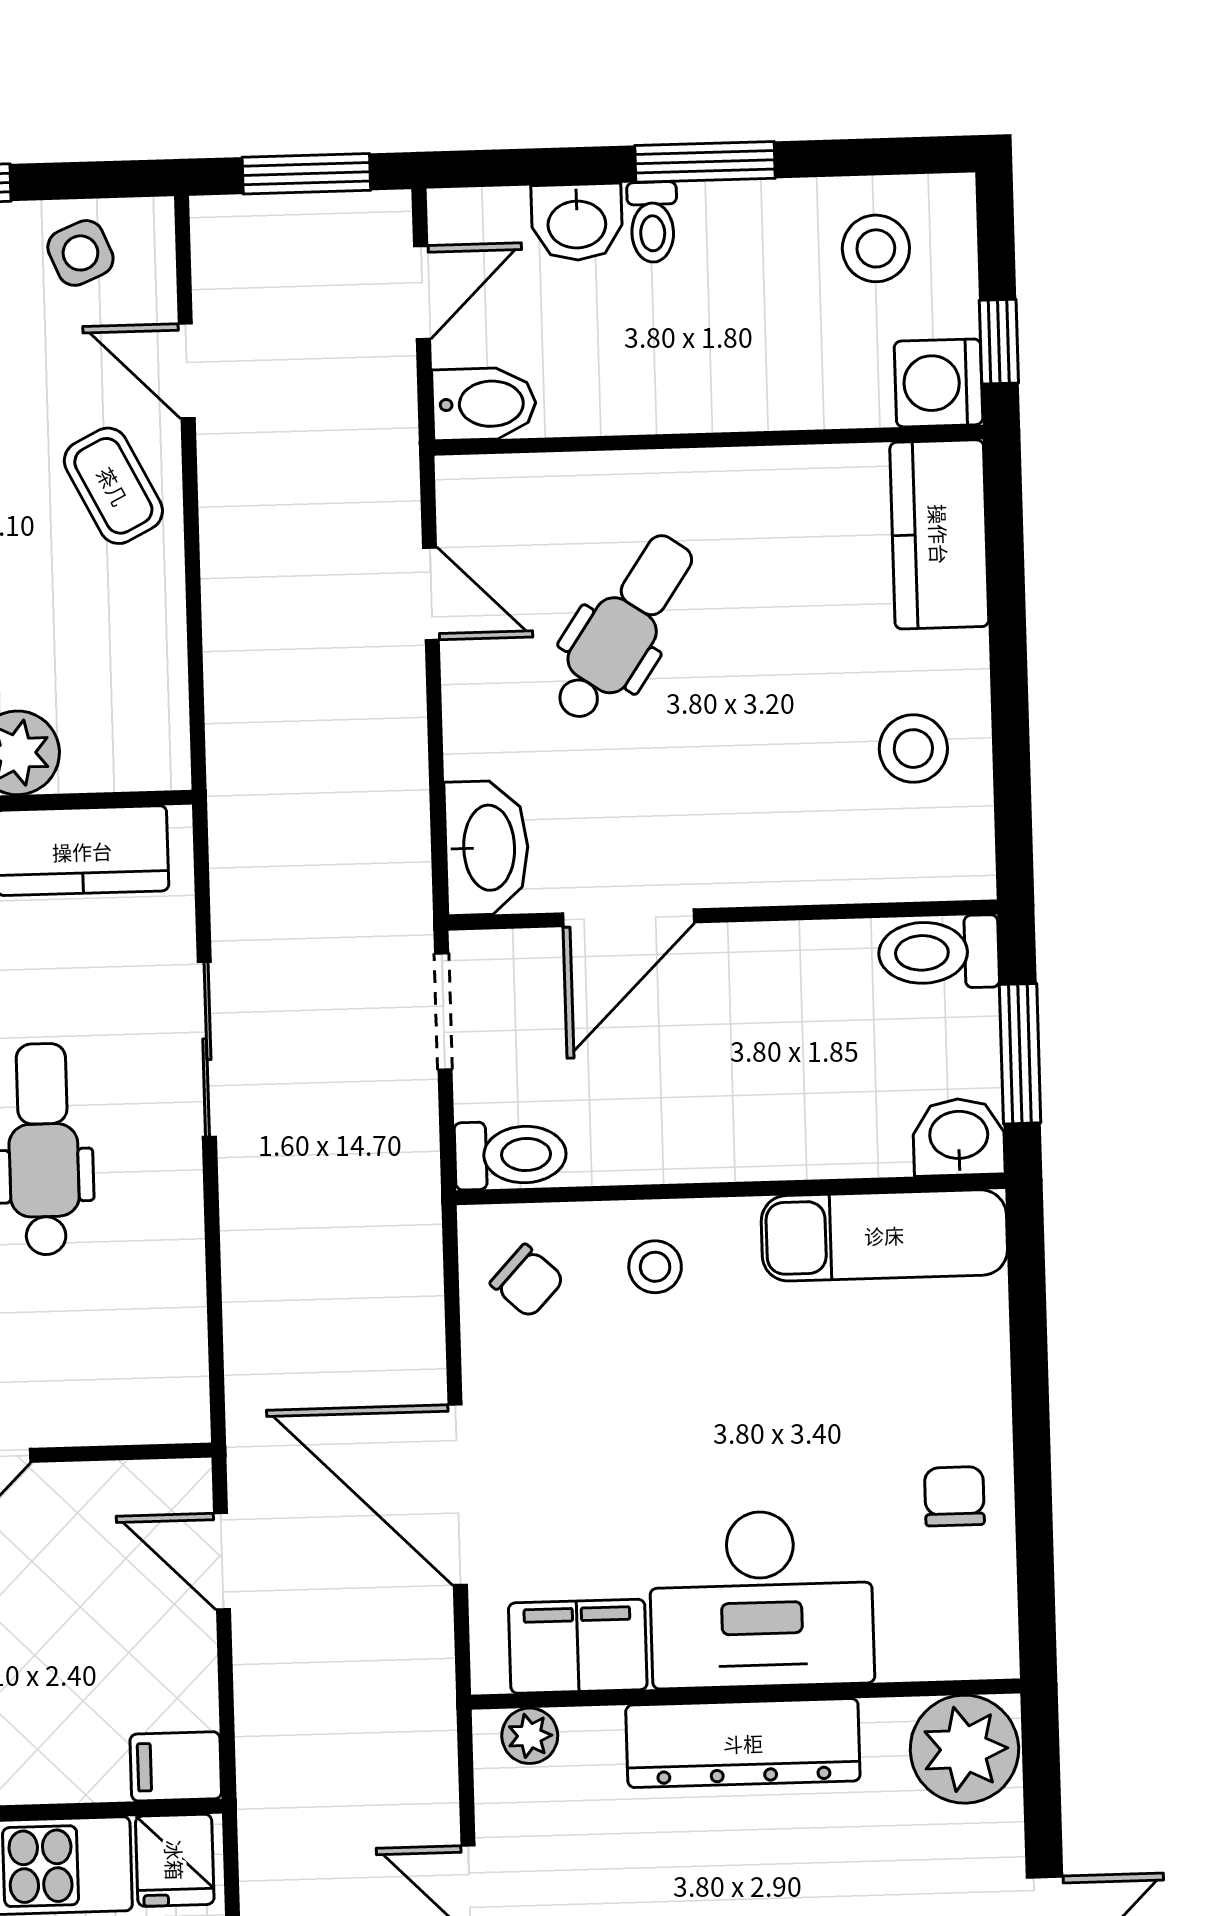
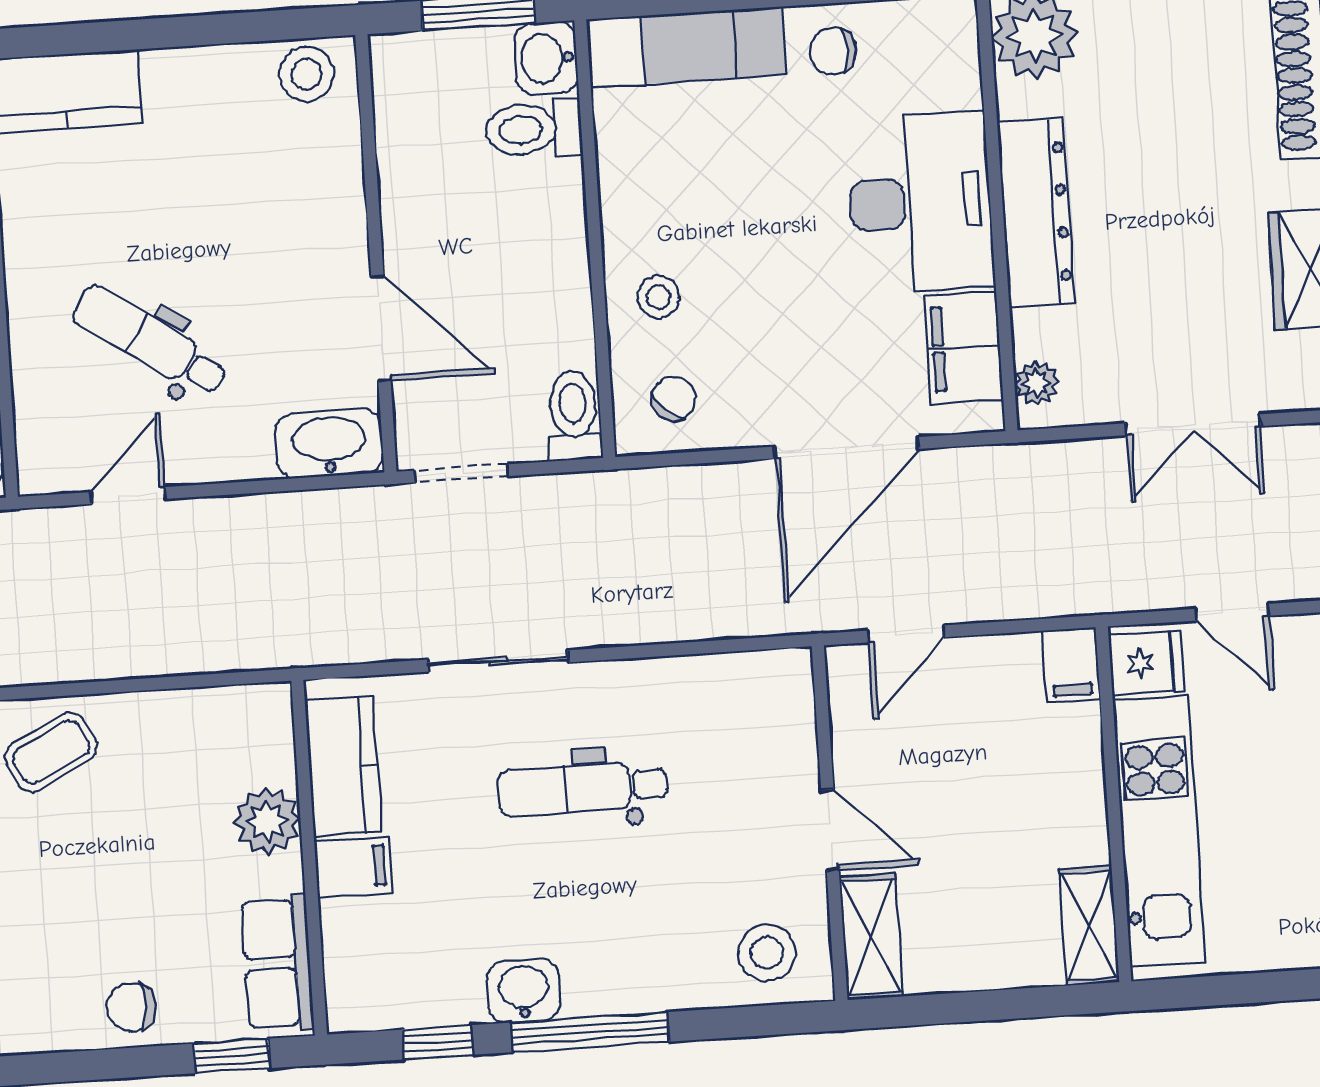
stool: (913, 749) -> (307, 74), moved
toilet: (939, 952) -> (534, 129), moved, turned 90
exam couch: (884, 1235) -> (686, 47), moved, turned 90

